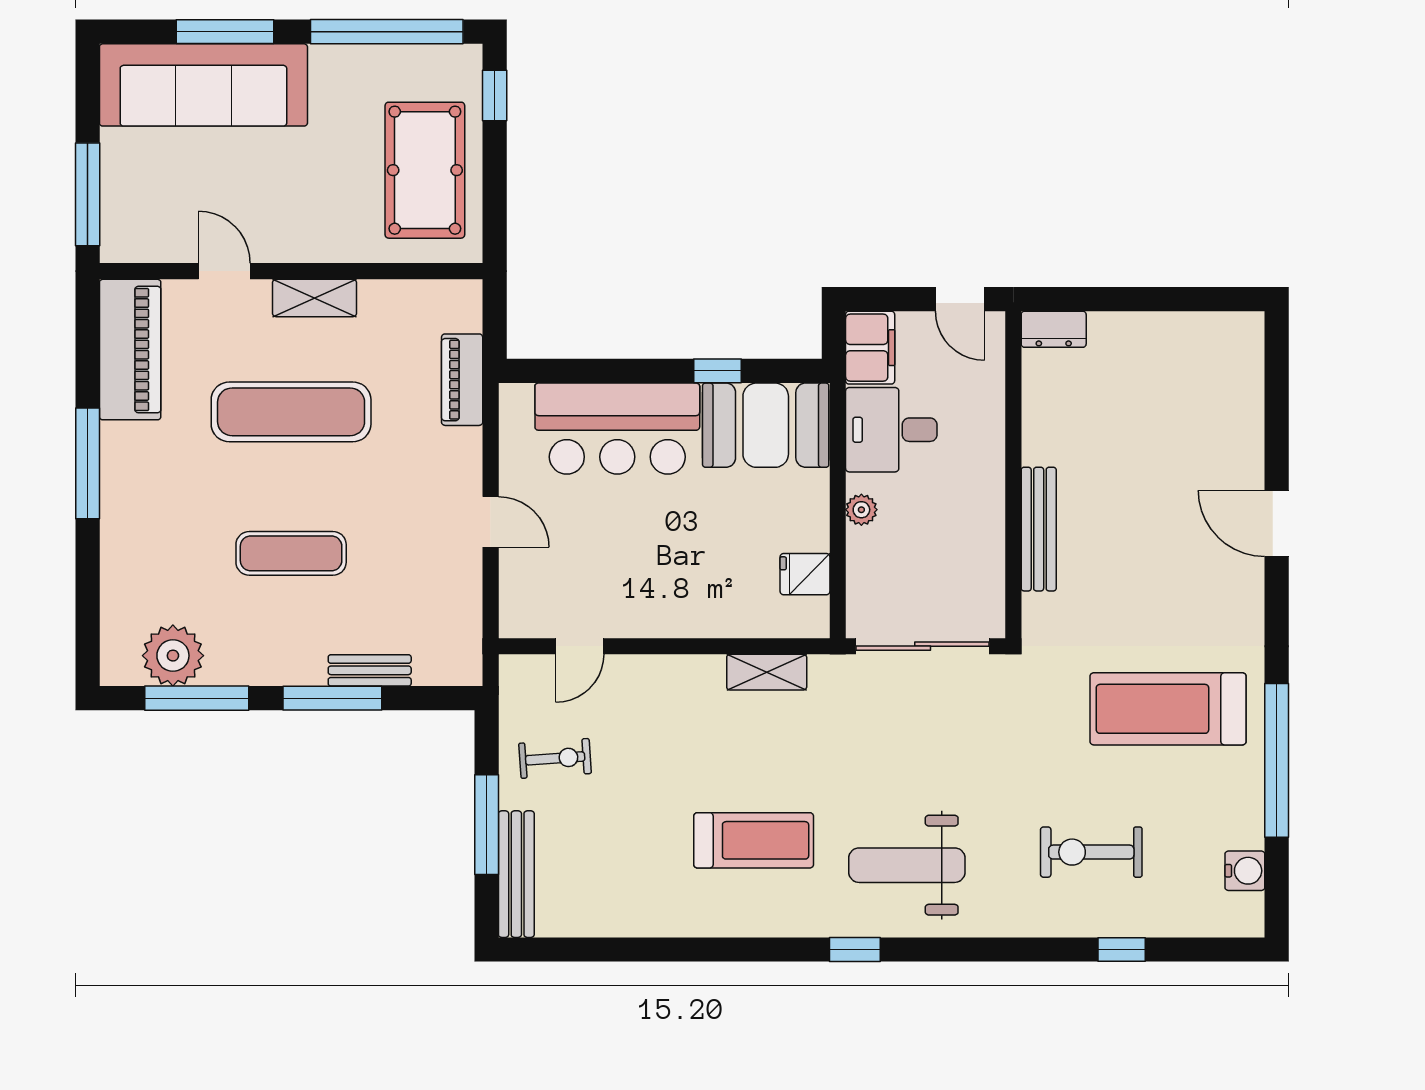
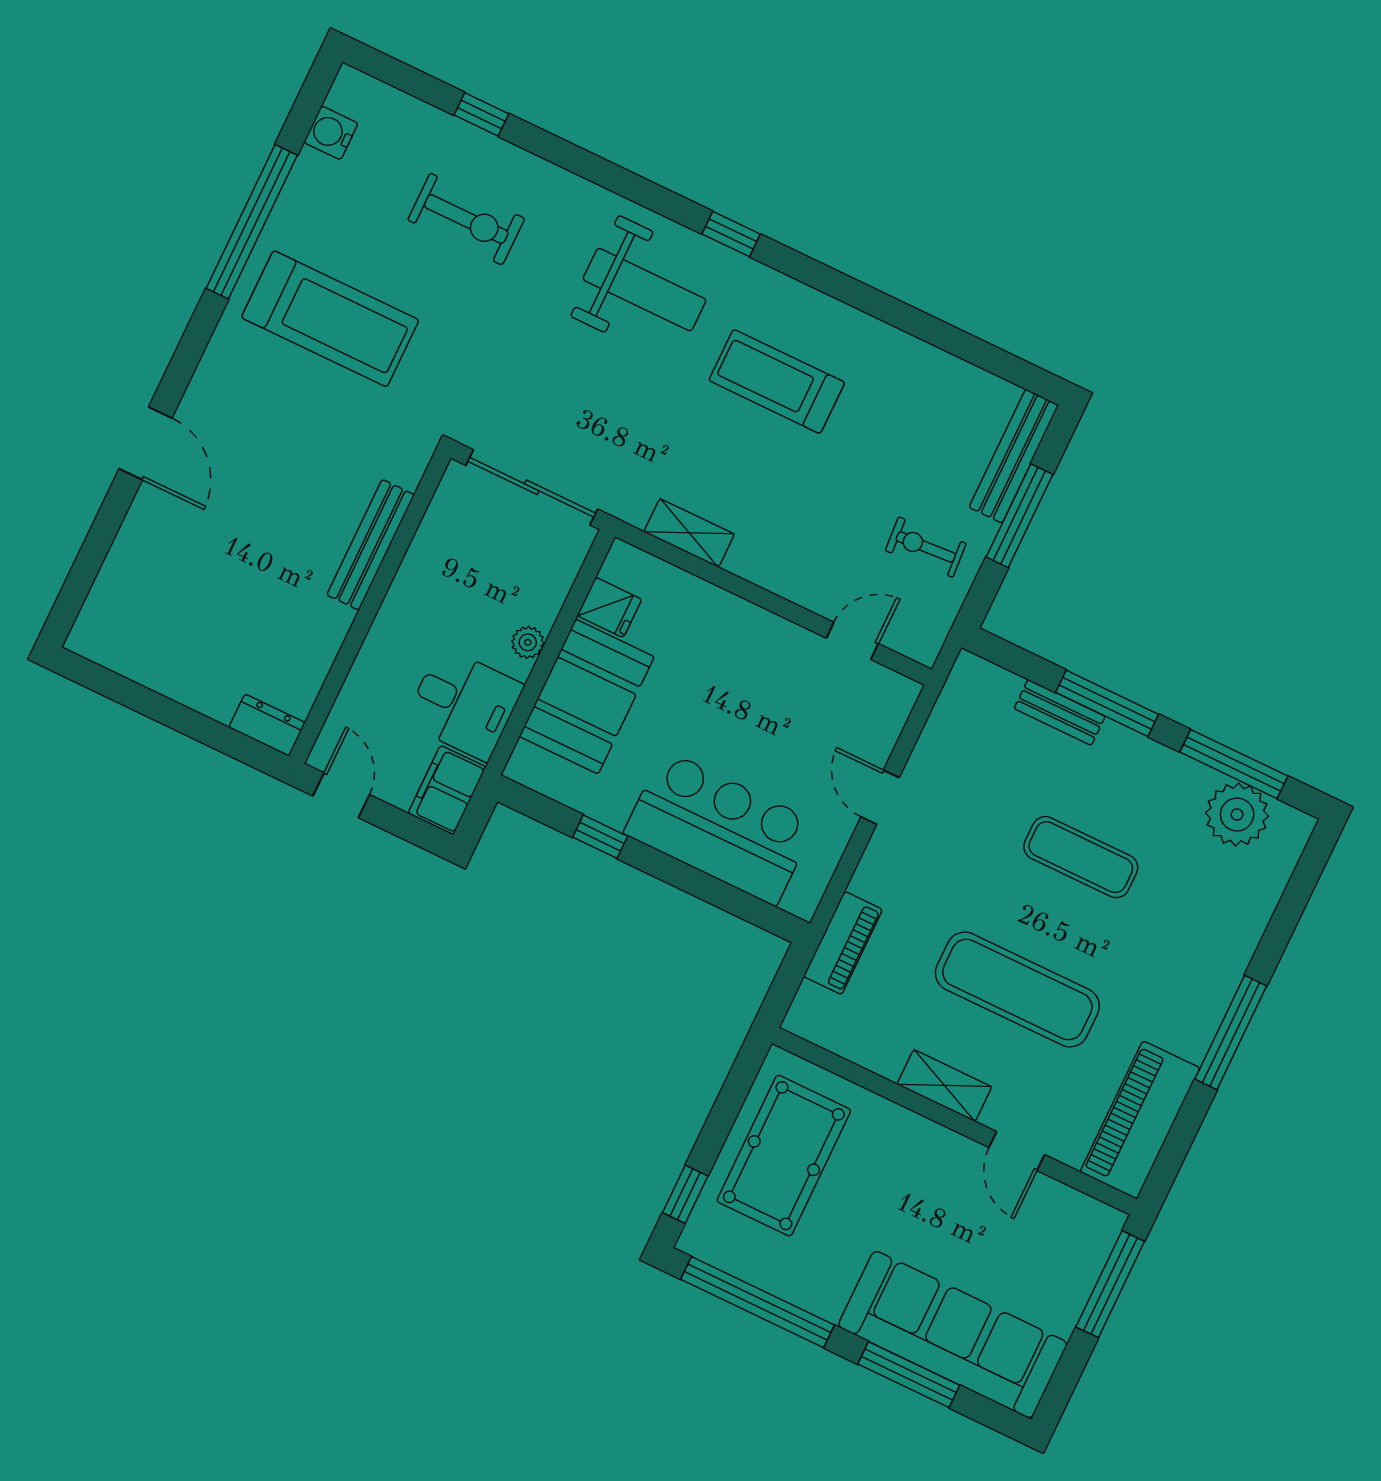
booth: (766, 425) -> (587, 697), moved, turned 90

